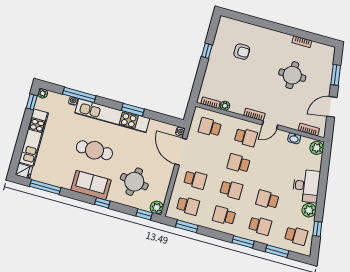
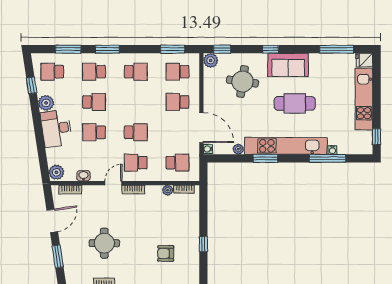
plant: (43, 93) -> (238, 149), moved
school desk: (231, 190) -> (94, 132), moved

